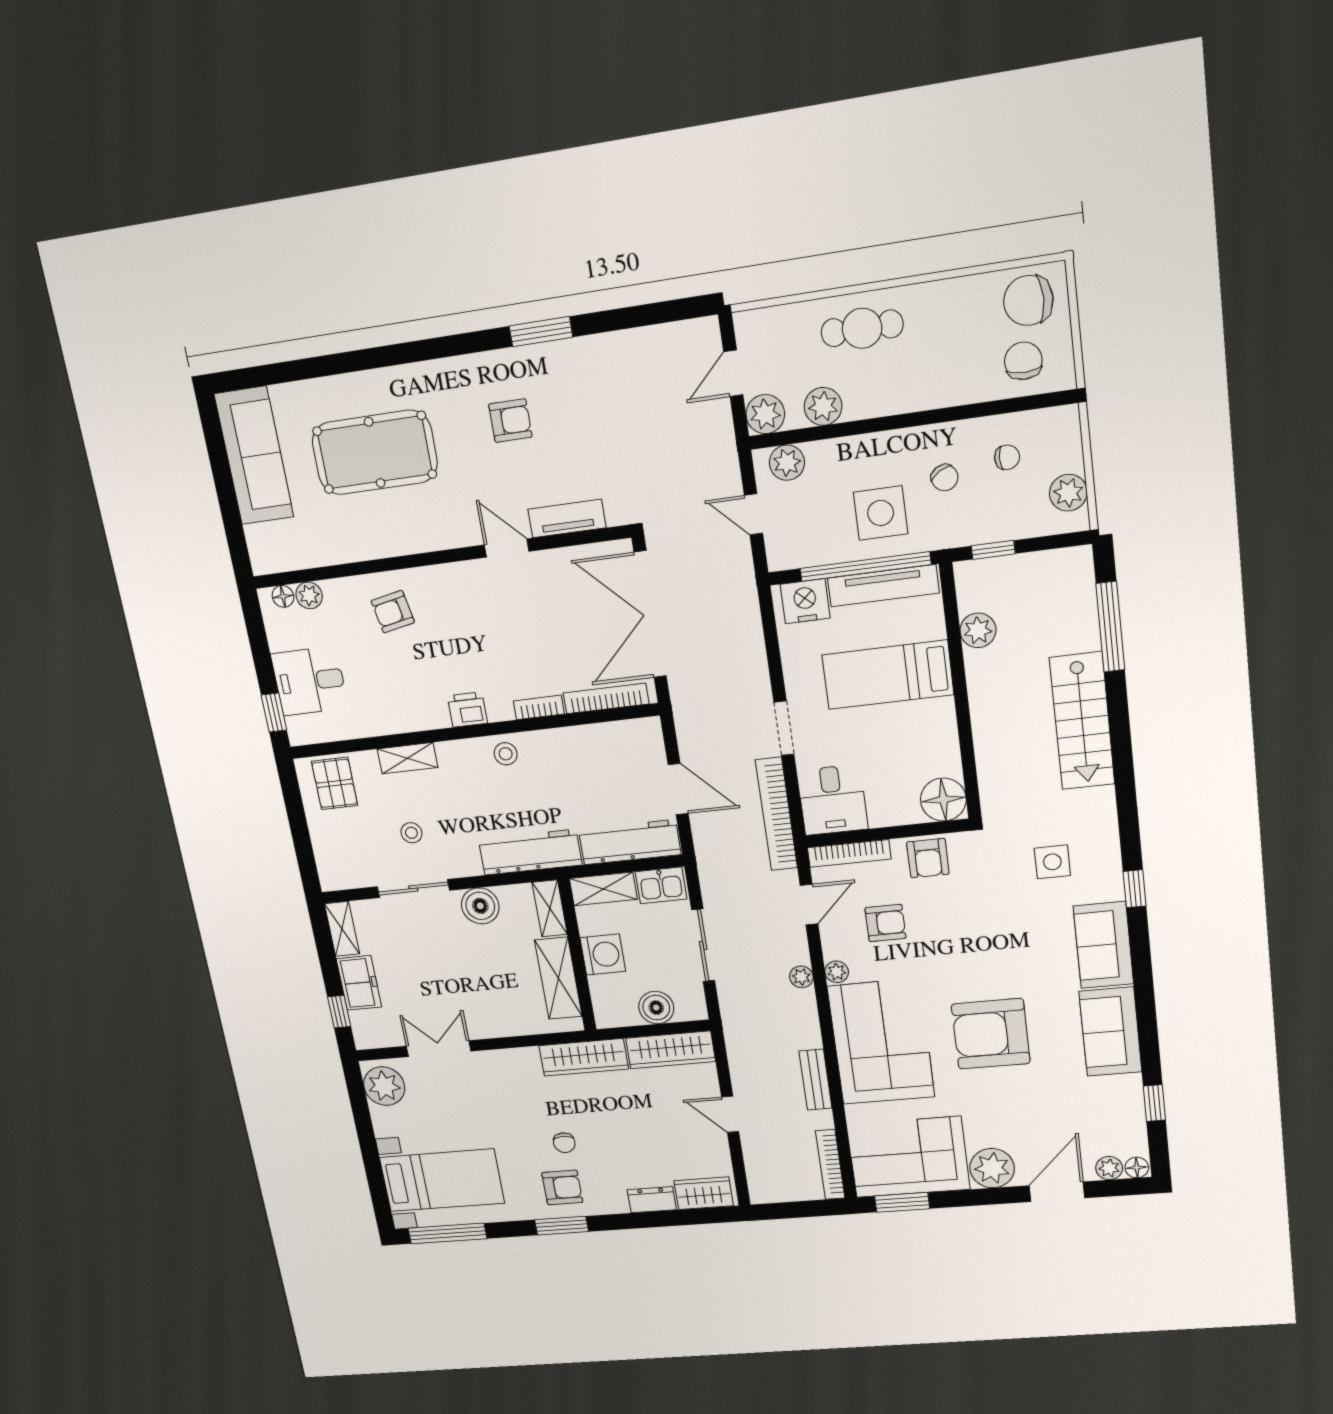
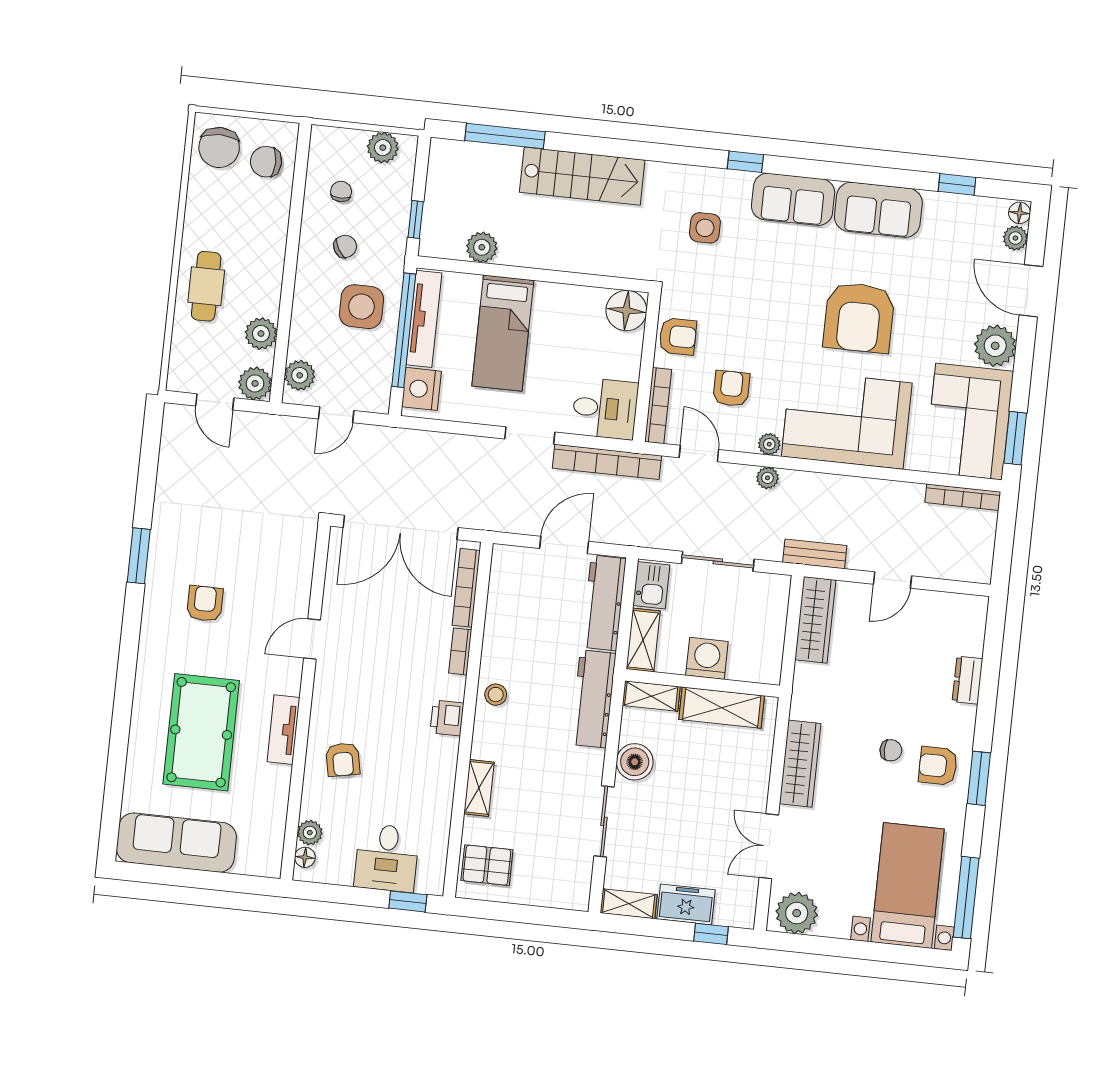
tv unit: (567, 518) -> (283, 730), moved
stool: (411, 833) -> (550, 806), removed
boiler: (656, 1008) -> (770, 622), removed
wardrobe: (584, 1057) -> (800, 764), moved
bench: (815, 1080) -> (815, 554), moved
armchair: (562, 1188) -> (938, 766), turned -90
wardrobe: (704, 1193) -> (970, 627), removed

